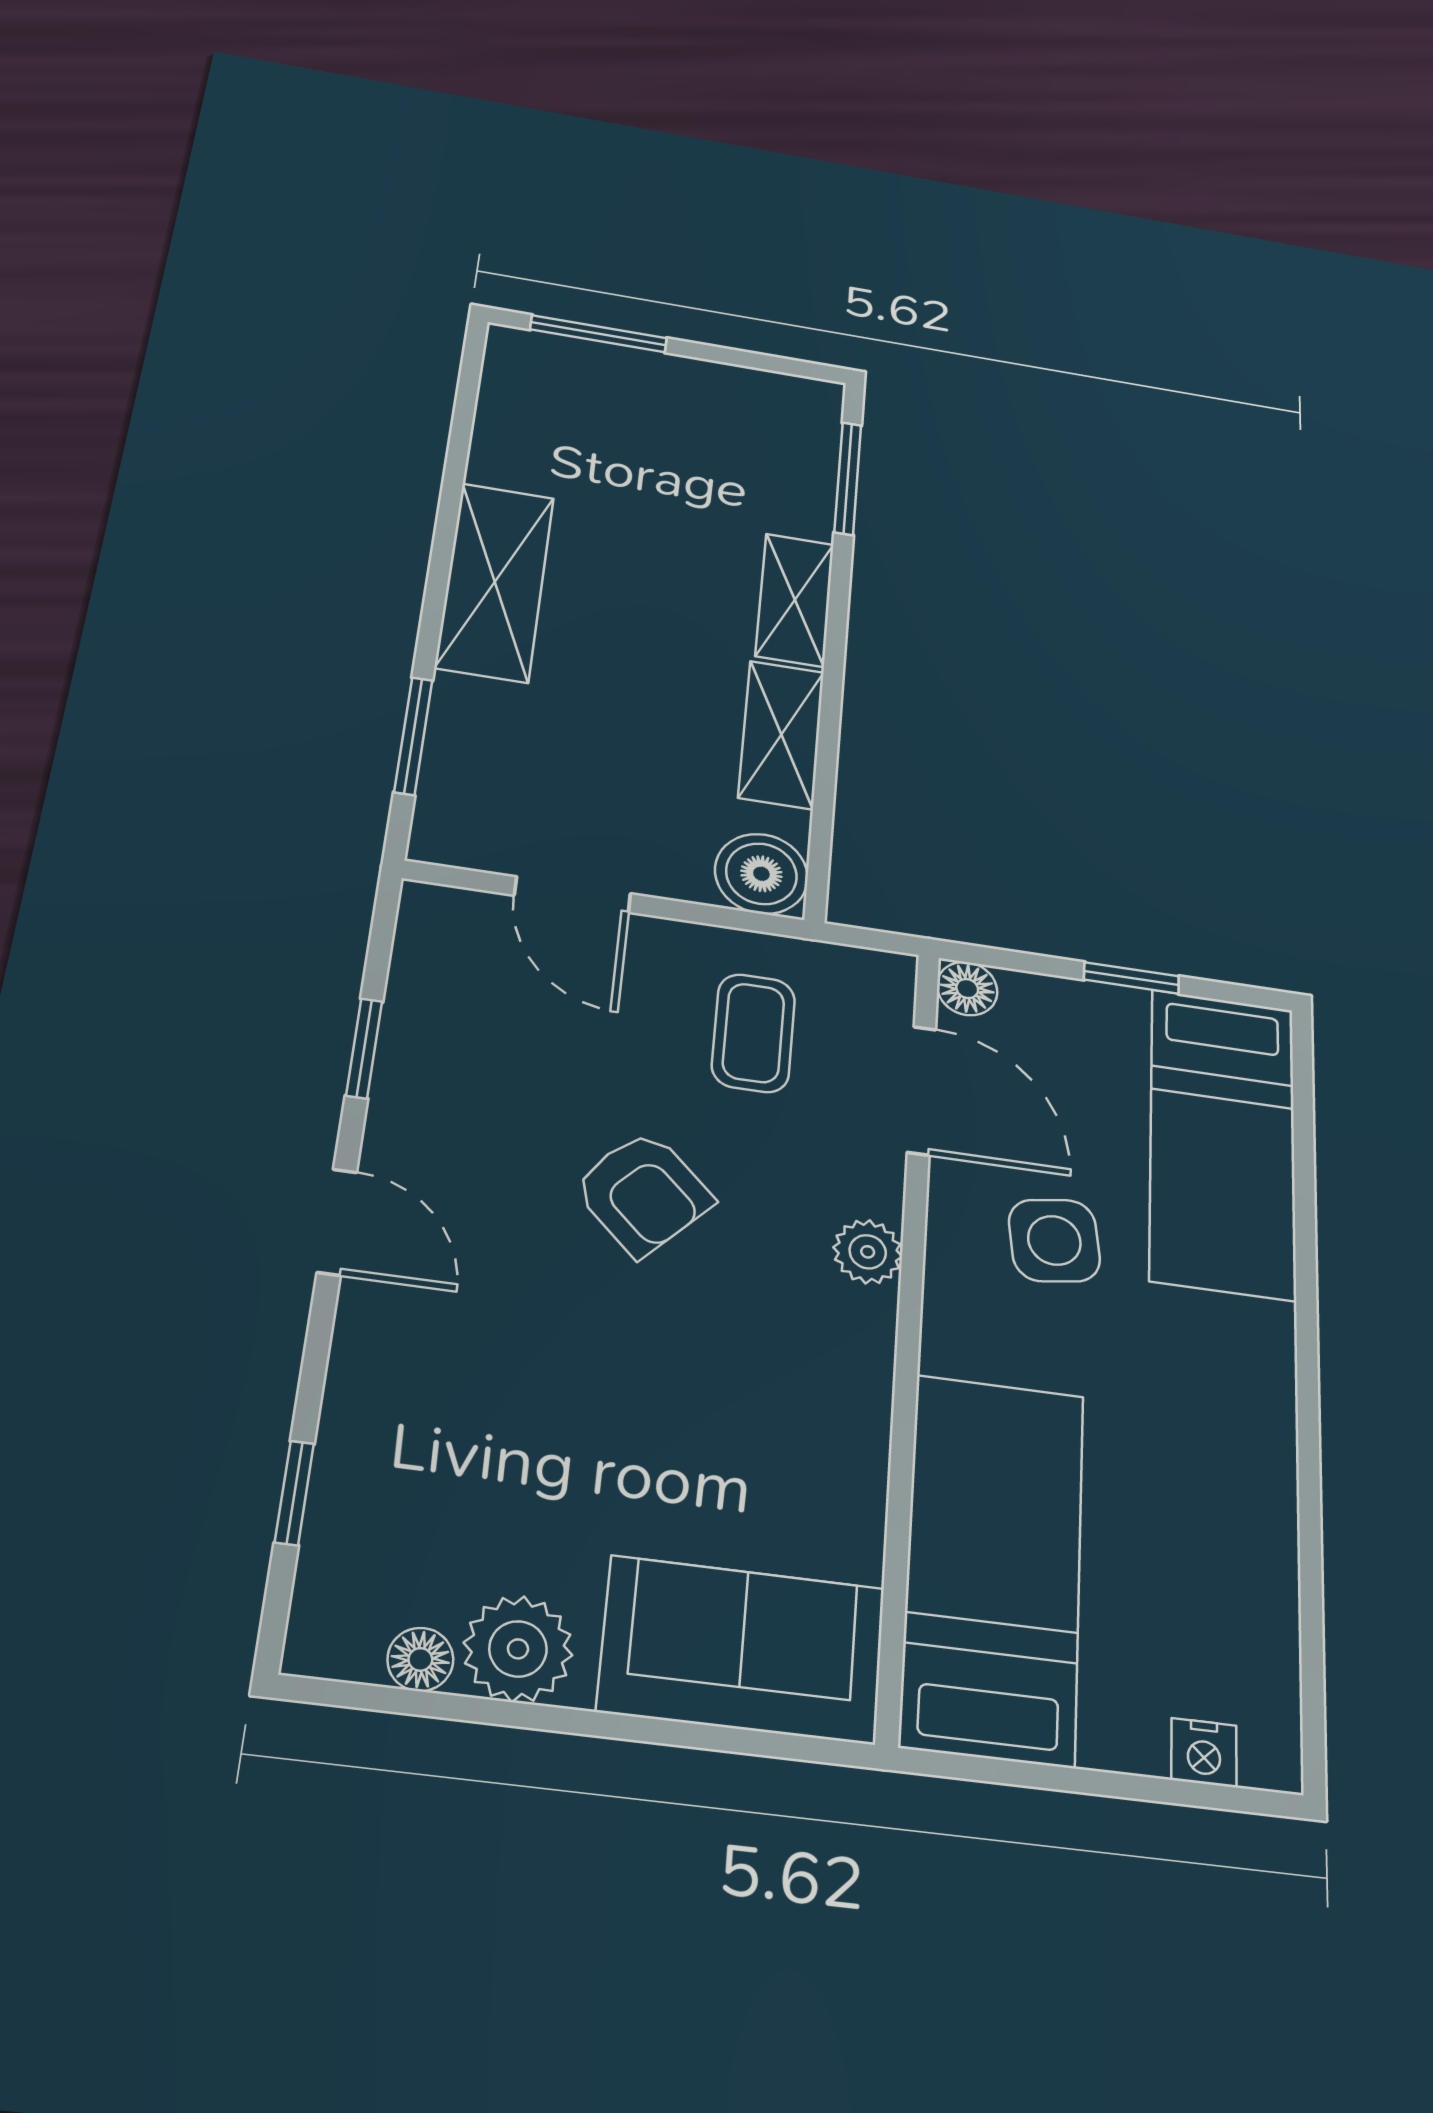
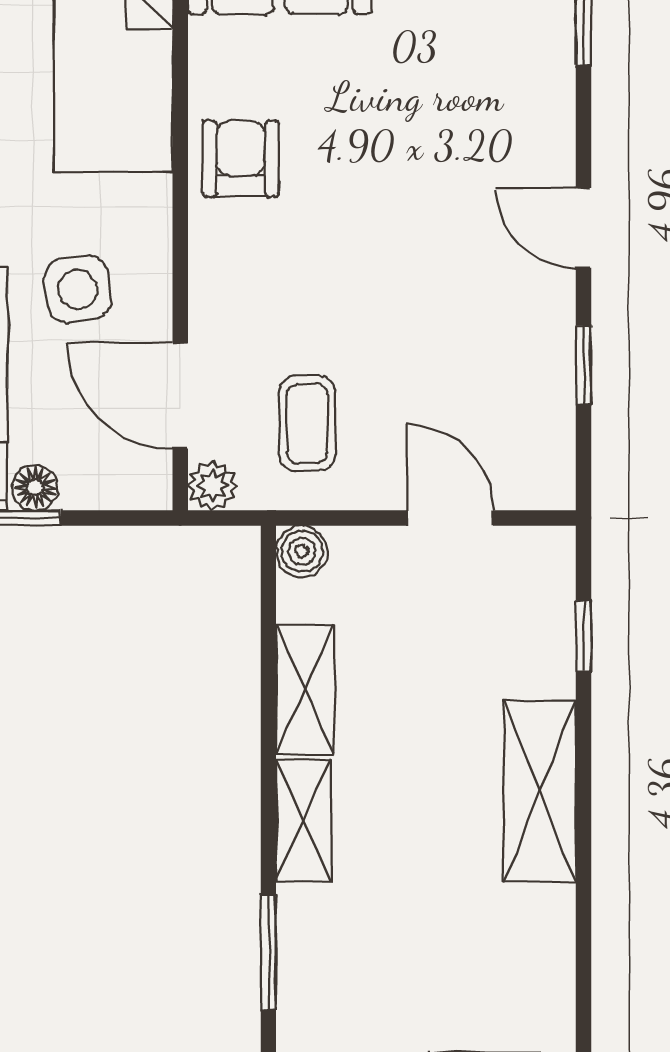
window: (413, 736) -> (584, 636), width x0.67
boiler: (761, 874) -> (302, 551), width x0.73, depth x0.73
floor lamp: (967, 989) -> (35, 487), moved
armchair: (643, 1193) -> (241, 159), moved, turned 46
plant: (868, 1252) -> (213, 485), moved

